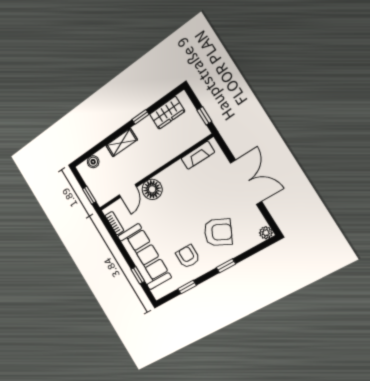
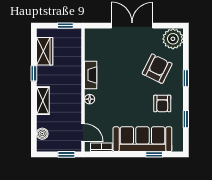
fireplace: (198, 155) -> (91, 75), moved
floor lamp: (152, 189) -> (90, 99), width x0.53, depth x0.53
door: (128, 191) -> (83, 133), moved
plant: (266, 233) -> (173, 39), width x1.88, depth x1.88
armchair: (188, 256) -> (162, 103), turned -90

